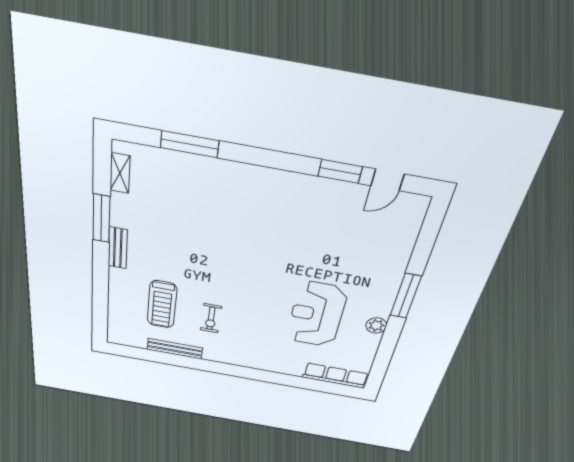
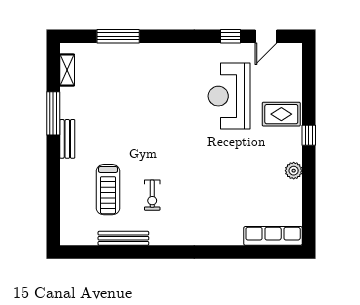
window: (340, 171) -> (231, 36), width x0.67
rug: (380, 269) -> (281, 114), added
window: (406, 296) -> (309, 135), width x0.46
reception desk: (317, 314) -> (229, 96), moved

